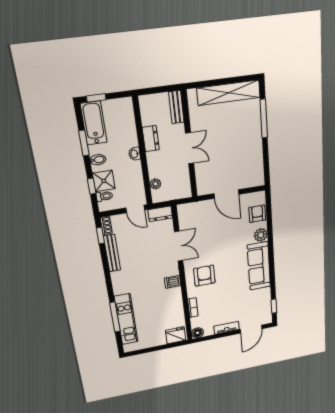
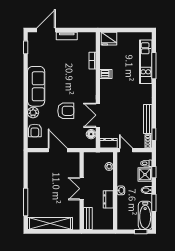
armchair: (204, 276) -> (66, 111), moved, turned -90
dishwasher: (173, 282) -> (106, 74), moved
floor lamp: (198, 333) -> (91, 134), moved

